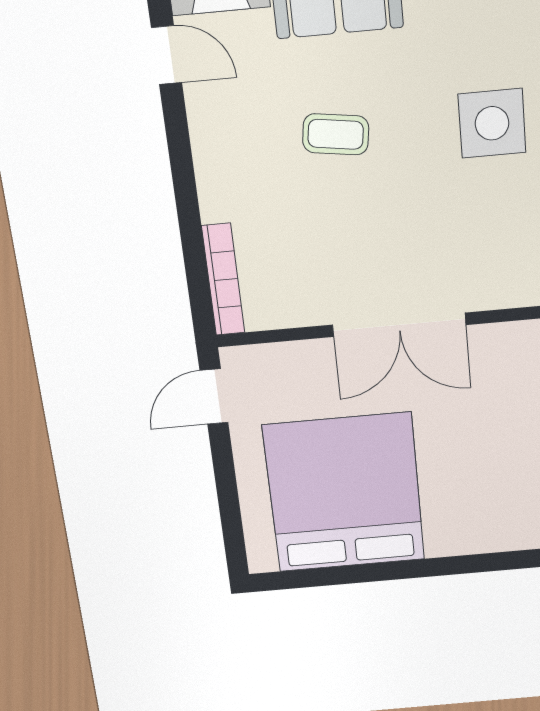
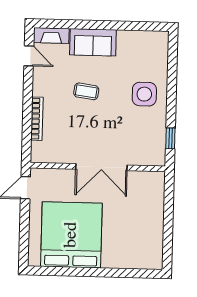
bookcase: (223, 280) -> (37, 119), moved

